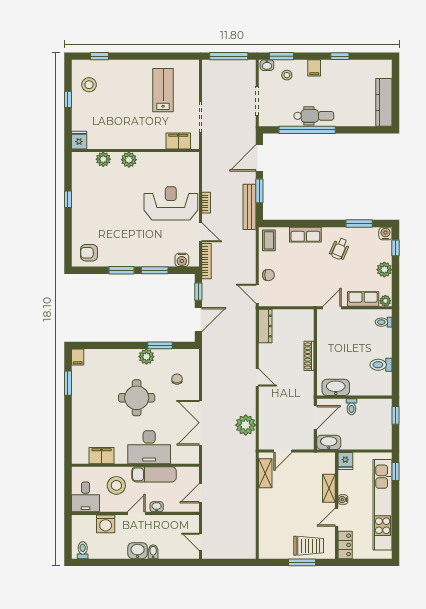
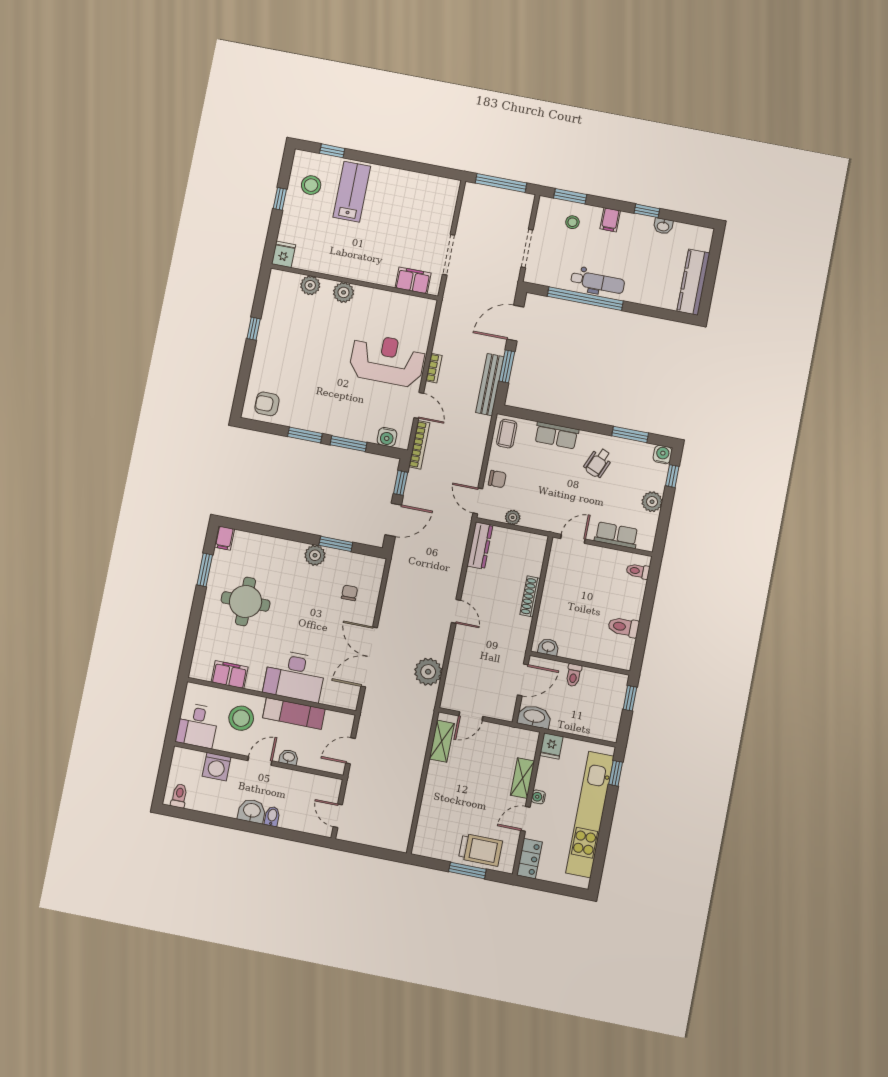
washbasin: (267, 65) -> (663, 226), moved
lab bench: (163, 90) -> (352, 192), moved
plant: (385, 301) -> (513, 517), moved
washbasin: (336, 387) -> (548, 647), width x0.52, depth x0.69
round table: (137, 398) -> (246, 601), moved

